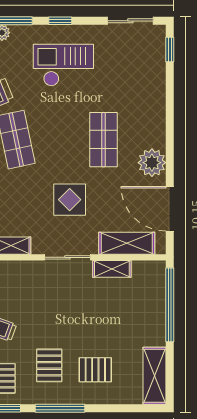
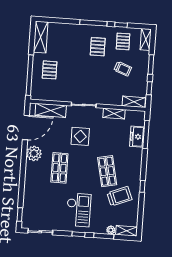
checkout: (63, 65) -> (79, 210), turned -90
door: (170, 209) -> (26, 128), hinge flipped
shelving: (112, 269) -> (60, 97), removed
pallet: (95, 370) -> (50, 70), moved, turned 90

